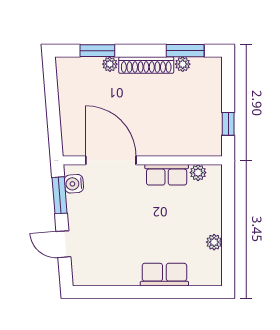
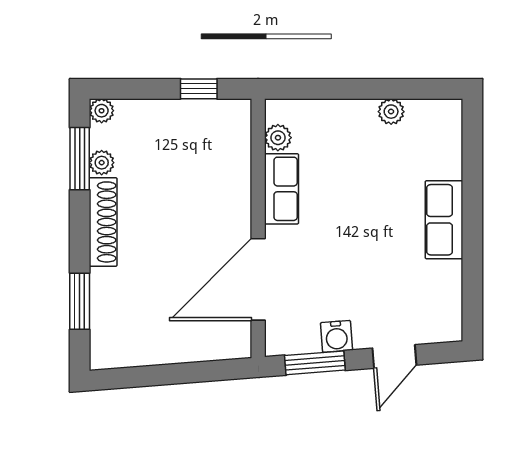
plant: (110, 64) -> (102, 111), moved
water cooler: (74, 184) -> (337, 336), moved
row of seats: (164, 275) -> (444, 220), moved

